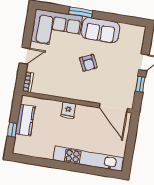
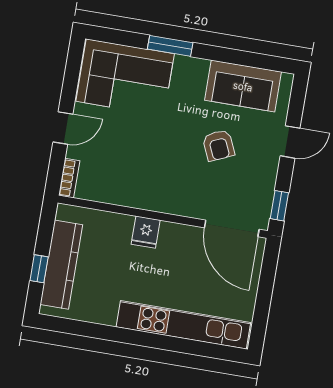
sofa: (100, 30) -> (243, 86), moved
armchair: (88, 63) -> (219, 145), moved
window: (140, 84) -> (279, 206), moved
kitchen counter: (25, 120) -> (61, 265), width x1.50

